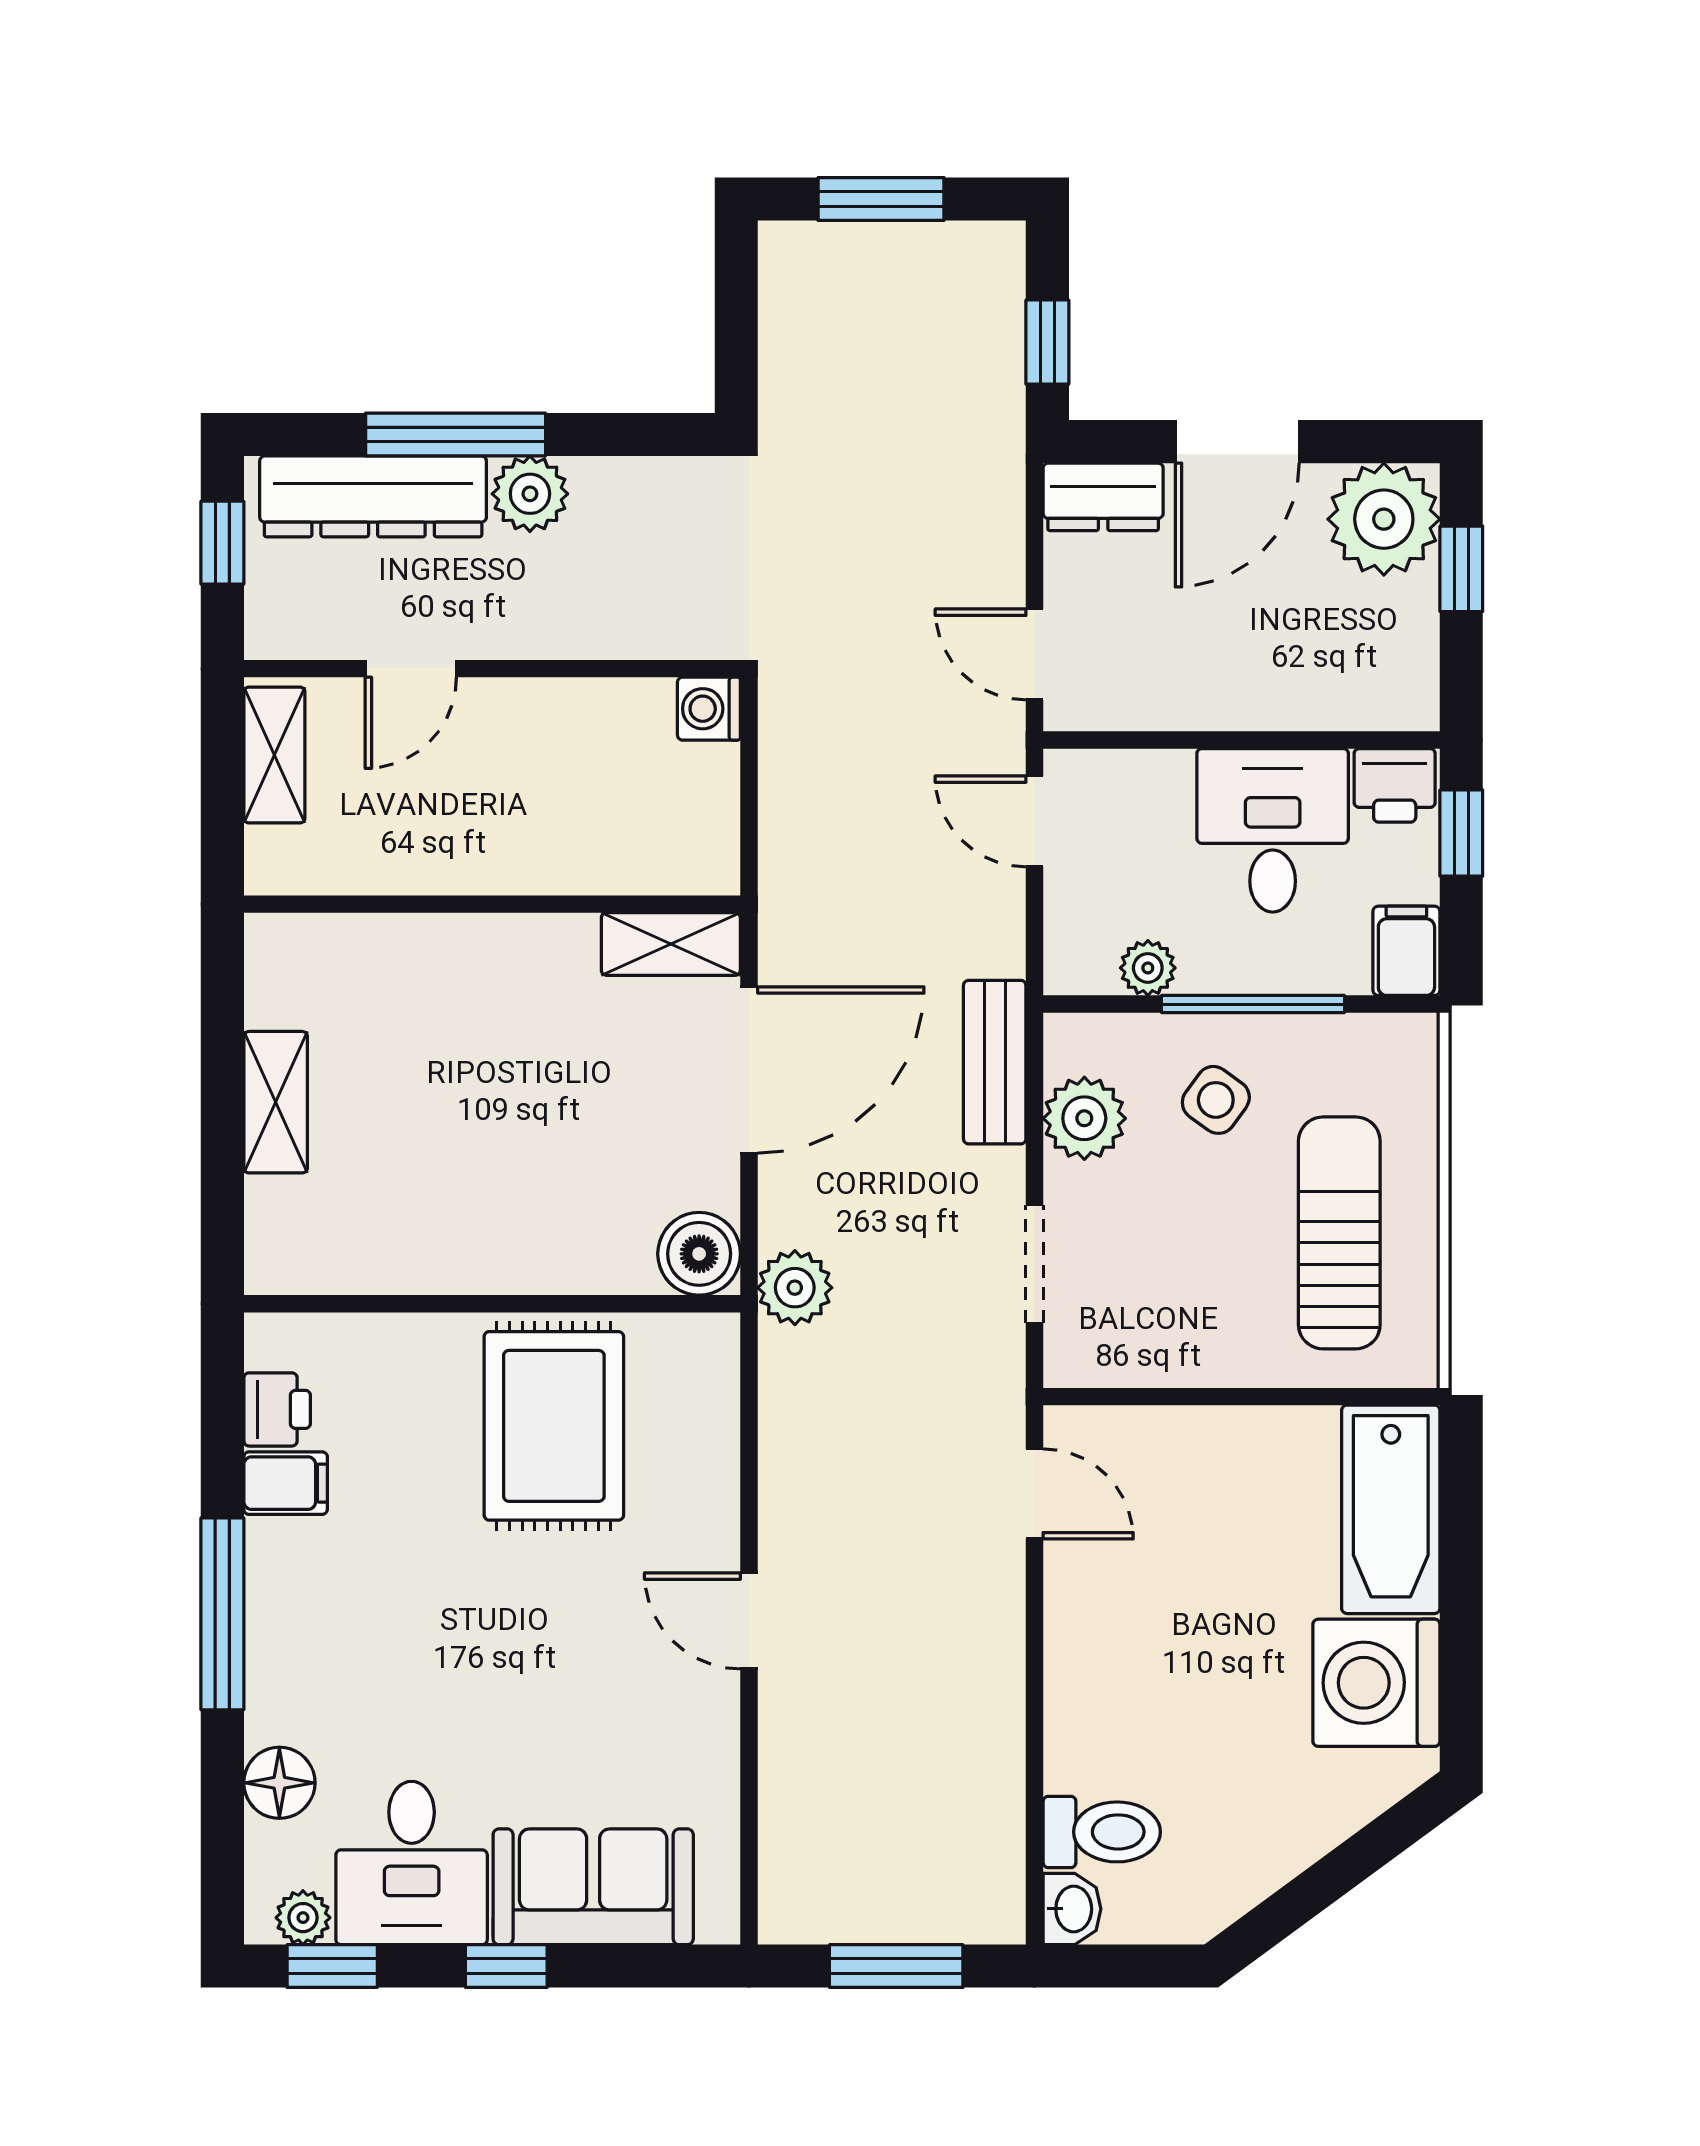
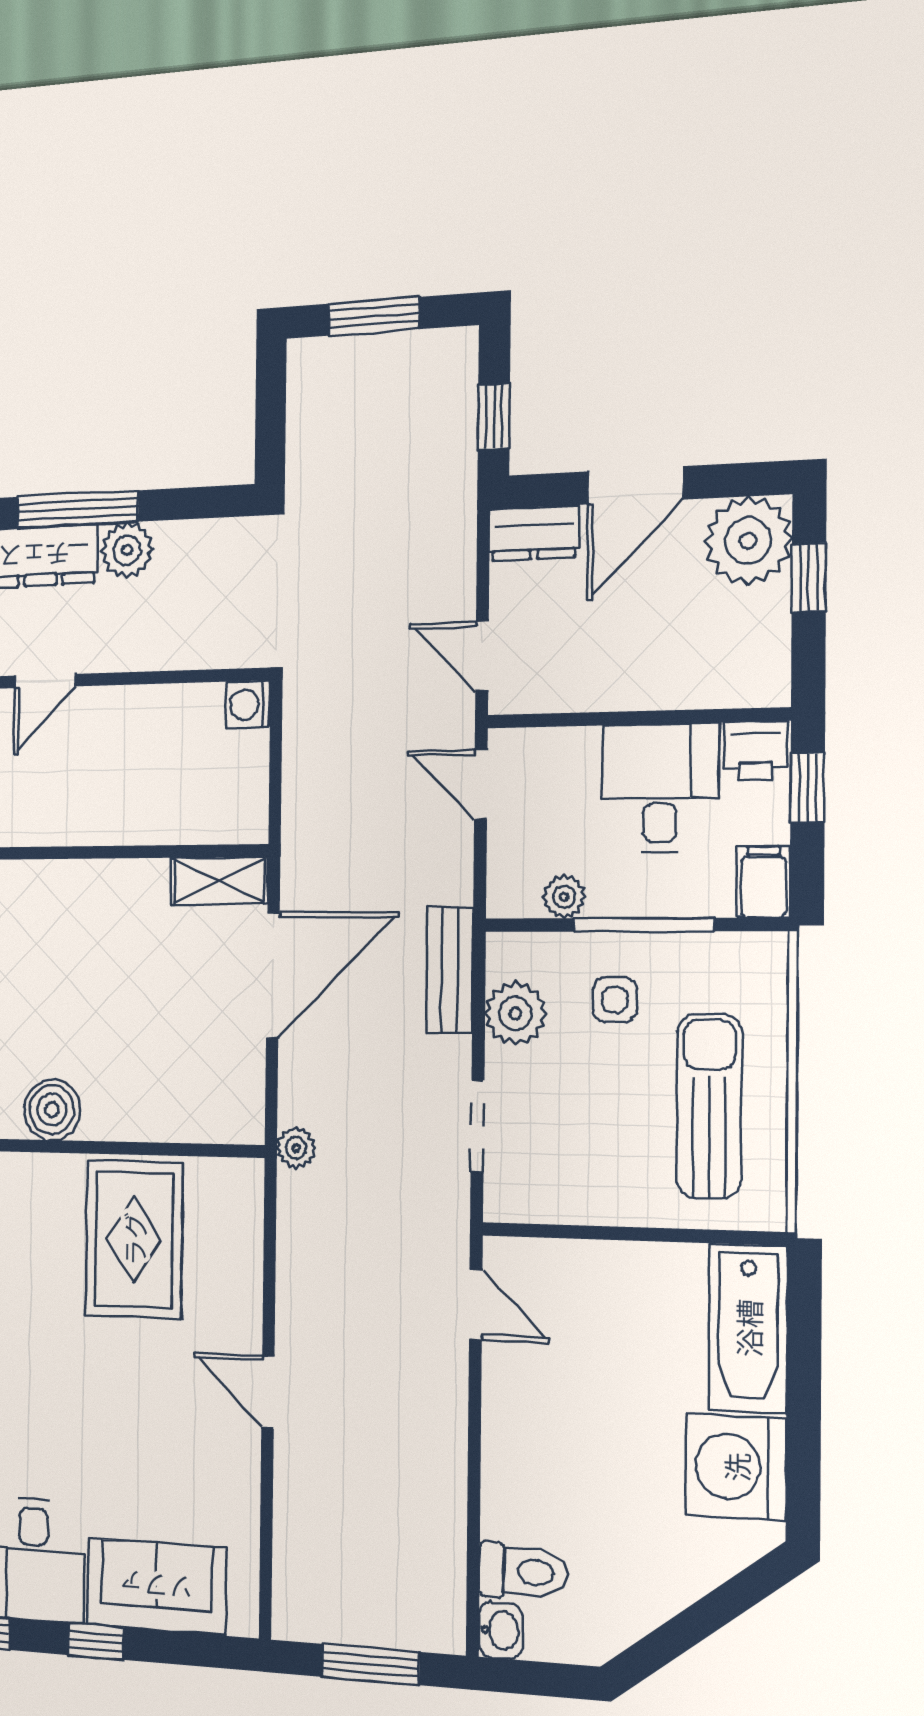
side table: (1216, 1100) -> (615, 1000), turned -36
boiler: (699, 1254) -> (52, 1110), moved
plant: (795, 1288) -> (296, 1148), width x0.73, depth x0.73

